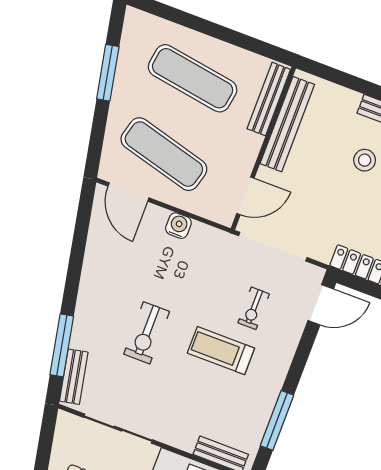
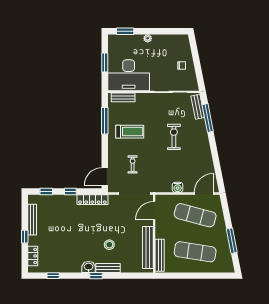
door: (128, 192) -> (204, 193), hinge flipped
treadmill: (221, 351) -> (130, 132), moved

